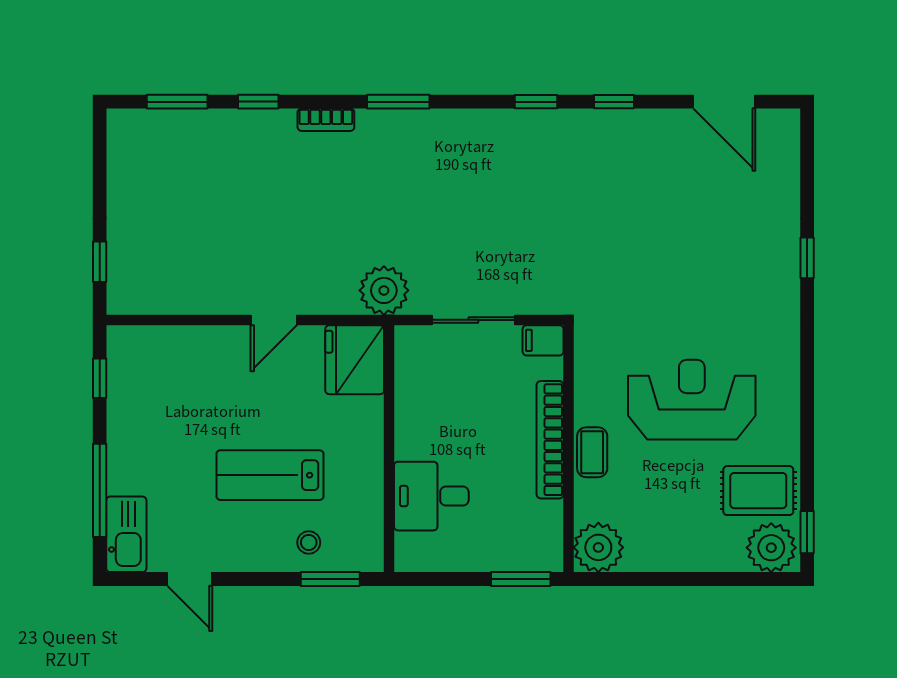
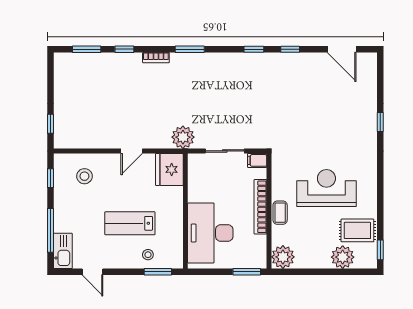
stool: (173, 374) -> (84, 176), added
desk: (431, 496) -> (210, 233), width x1.87, depth x1.30
plant: (771, 548) -> (343, 257), moved

